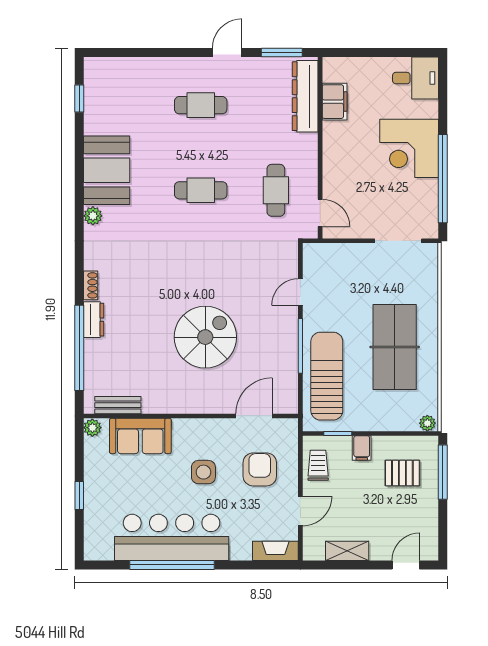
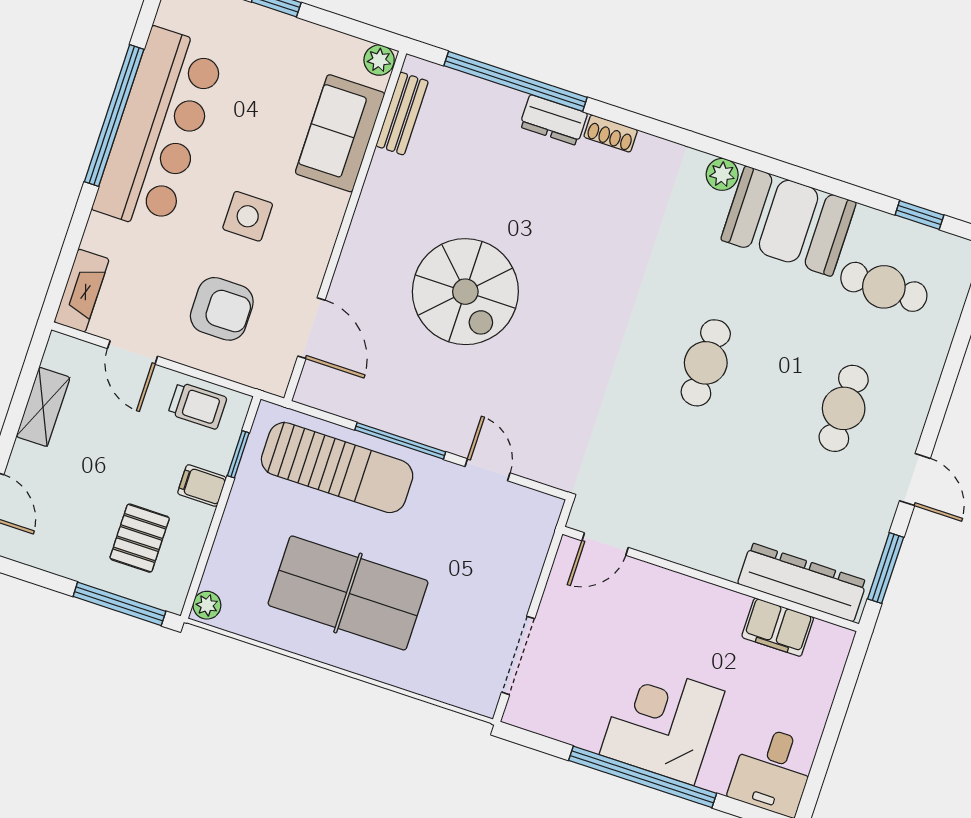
window: (443, 179) -> (643, 777), moved
cafe table: (276, 190) -> (884, 287), moved

